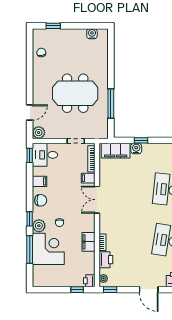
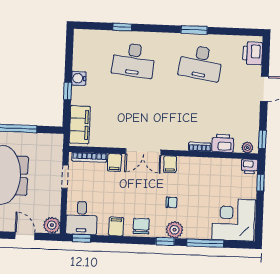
water cooler: (136, 149) -> (79, 78), moved
filing cabinet: (88, 242) -> (170, 164), moved, width x0.50
corner desk: (48, 249) -> (233, 220), moved

